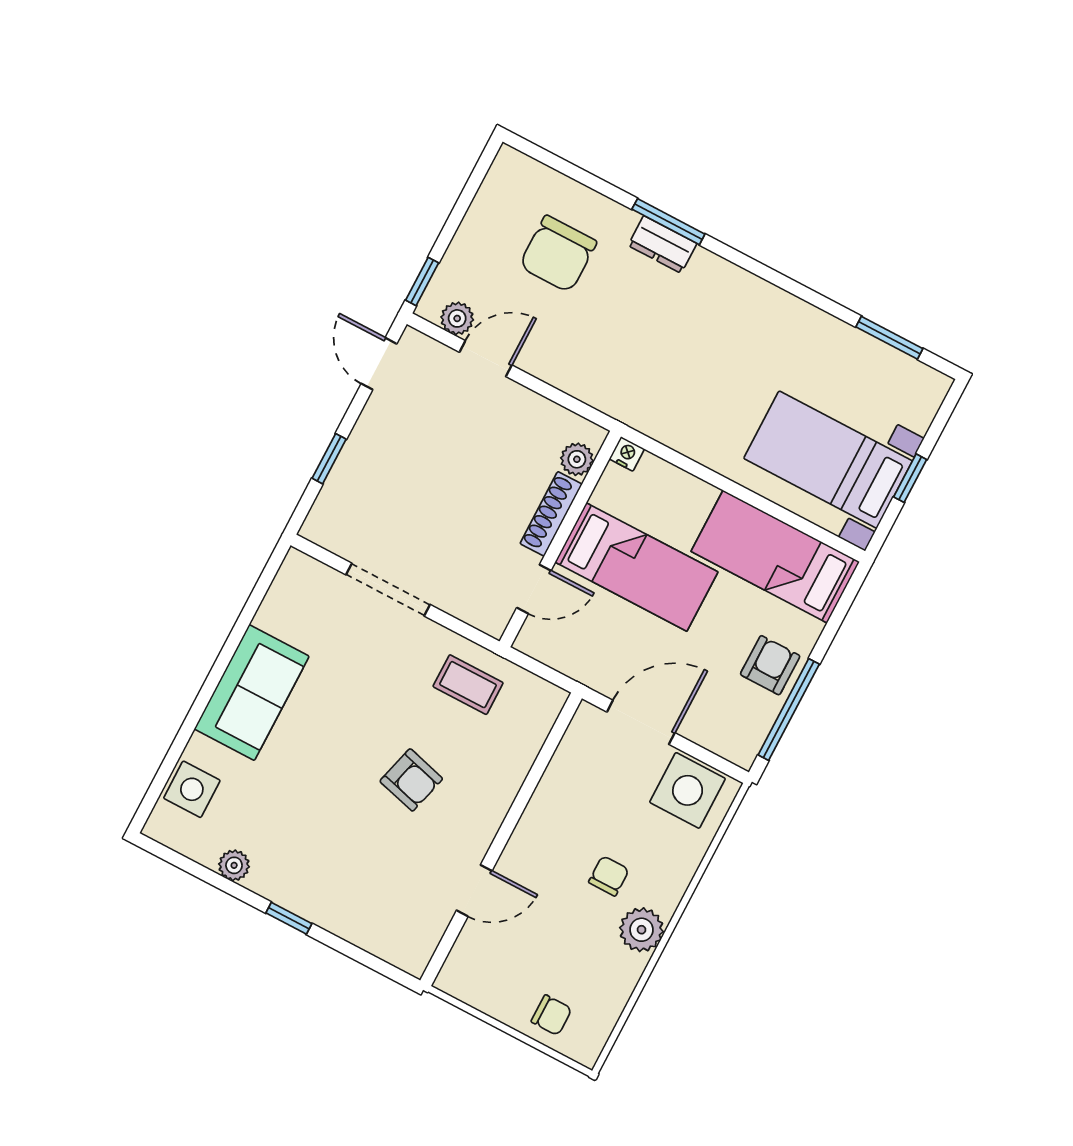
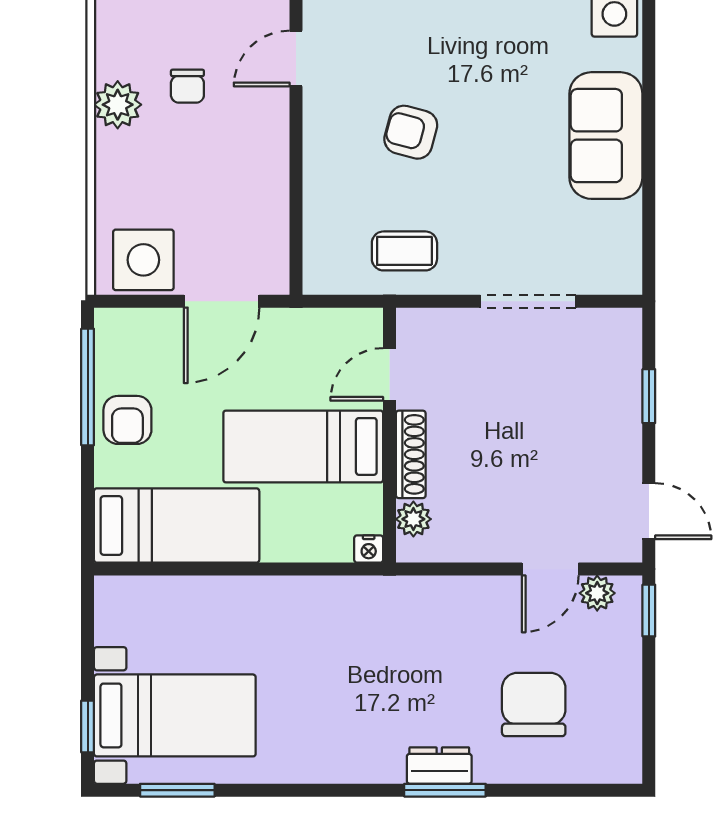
bed with nightstands: (828, 460) -> (175, 715), moved
window: (910, 478) -> (88, 727), moved
chair: (609, 876) -> (187, 86), moved

